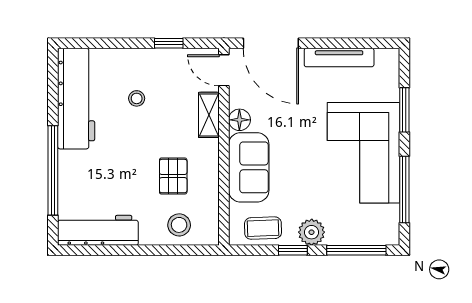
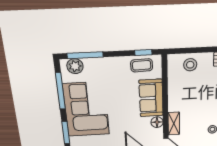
pallet: (173, 176) -> (193, 91), removed
plant: (312, 232) -> (75, 66), moved
window: (293, 250) -> (143, 53), moved

